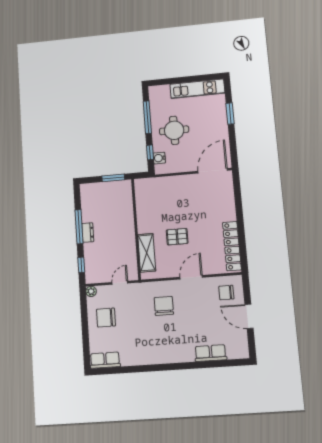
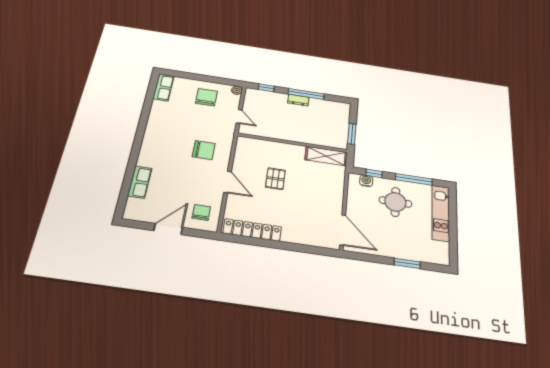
kitchen unit: (197, 89) -> (441, 213), moved
shelving: (147, 253) -> (326, 156), moved

